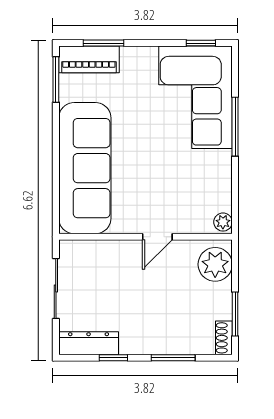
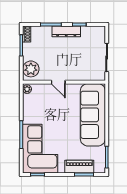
piano: (89, 59) -> (79, 167), moved
door: (157, 237) -> (58, 82), swing flipped
dresser: (89, 343) -> (66, 31), moved

